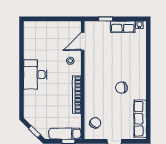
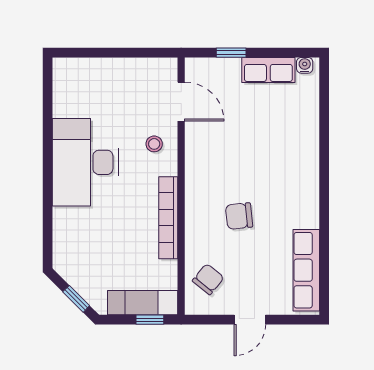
door: (83, 41) -> (181, 102), swing flipped
desk: (35, 75) -> (85, 162), width x1.36, depth x1.30
chair: (121, 88) -> (239, 216), moved

